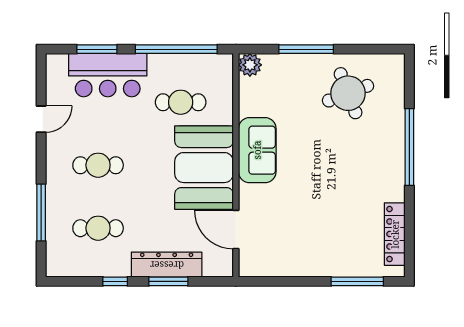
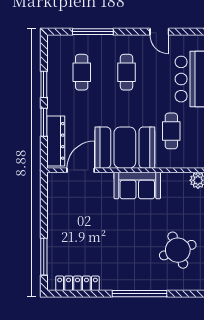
dresser: (167, 265) -> (56, 141), moved
window: (115, 281) -> (44, 84), width x1.50

